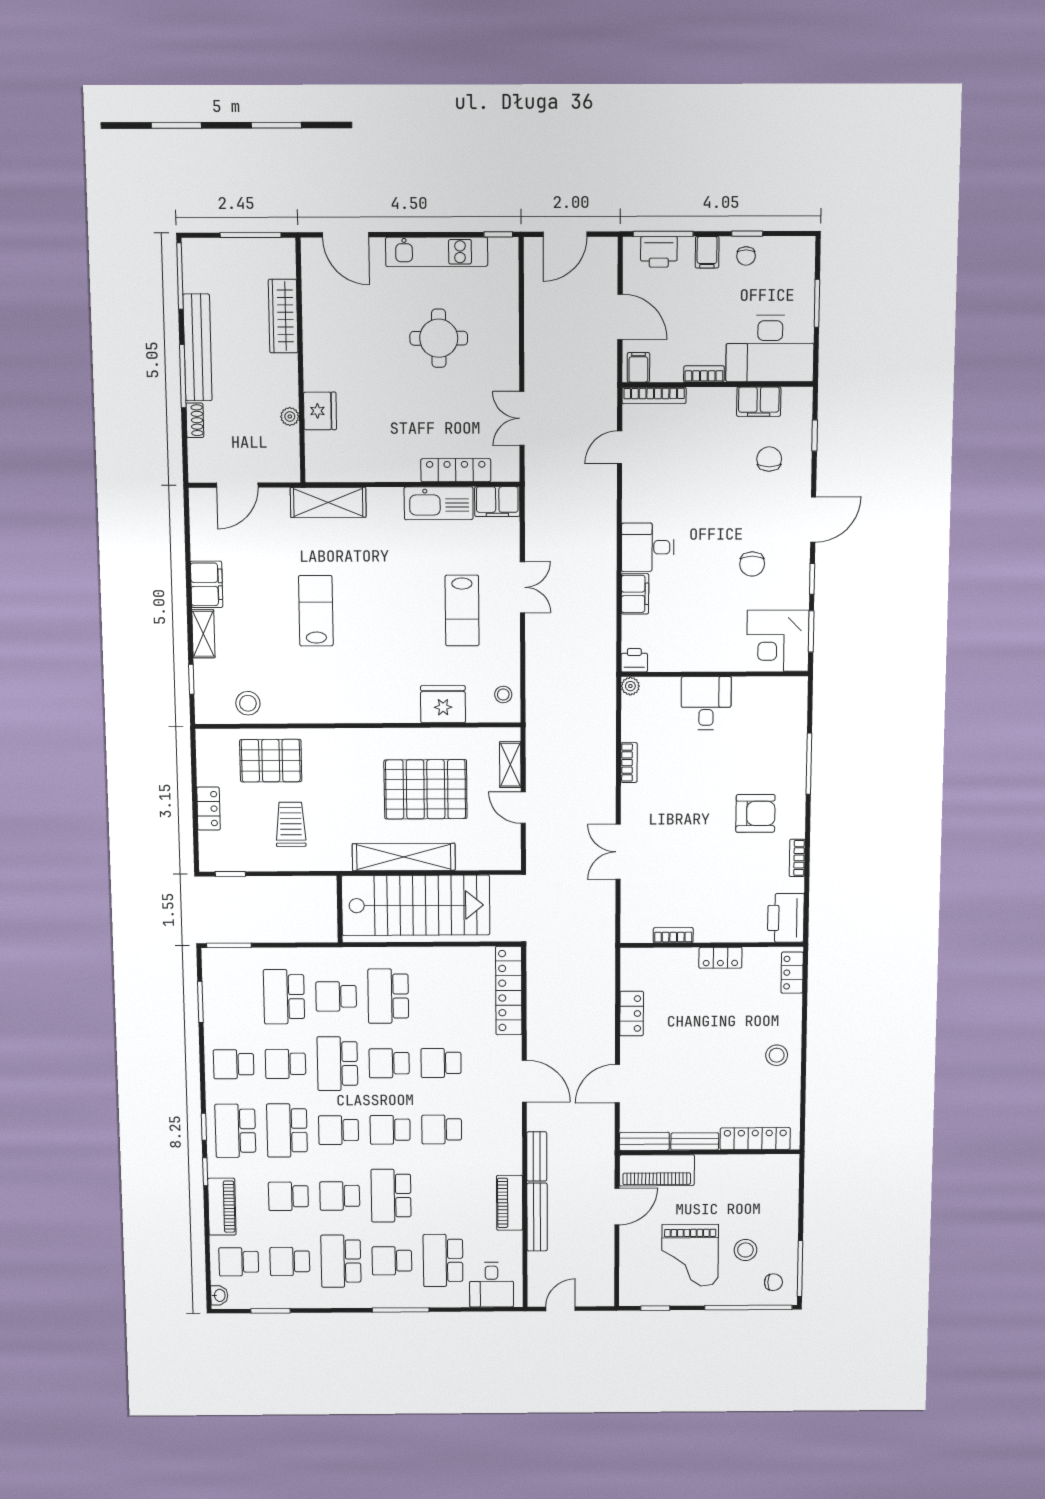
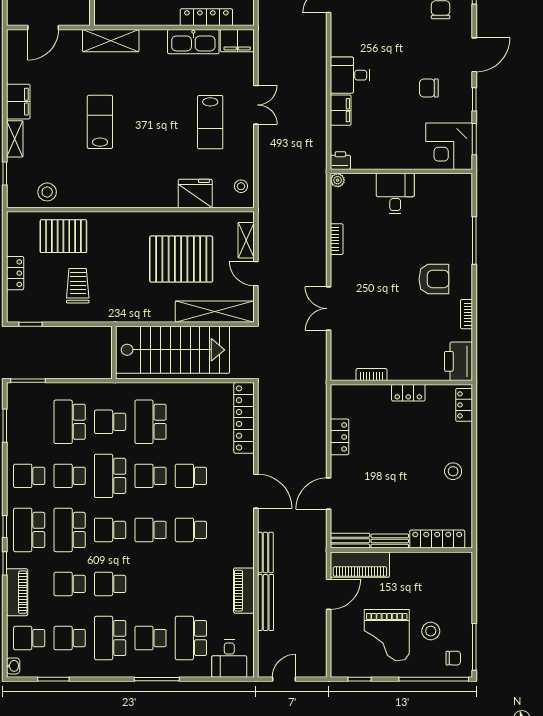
chair: (752, 564) -> (429, 88), turned 90
shelving: (404, 857) -> (215, 312), moved
school desk: (391, 1196) -> (150, 584), removed

